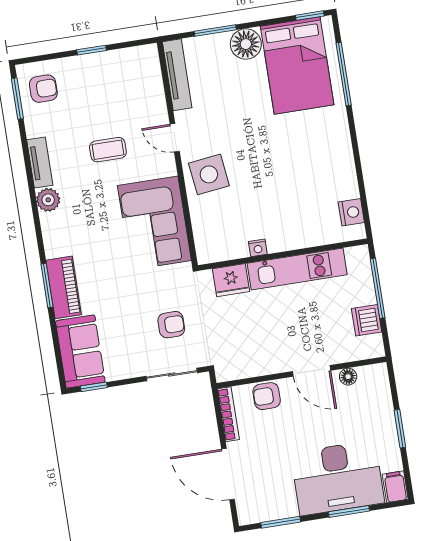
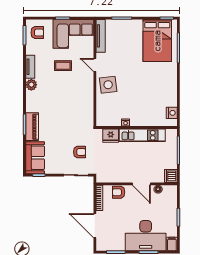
floor lamp: (246, 44) -> (135, 27), removed
corner sofa: (154, 223) -> (73, 34), moved, turned -90
dishwasher: (367, 320) -> (171, 176), moved

